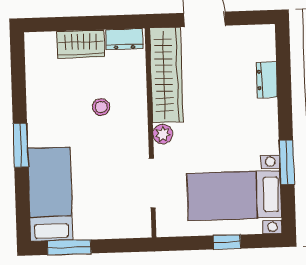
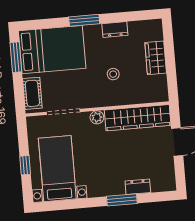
dresser: (124, 39) -> (115, 30), moved, turned -90
window: (287, 162) -> (122, 200), moved
bed: (50, 194) -> (52, 50), width x1.50
cot: (123, 226) -> (32, 93), added

